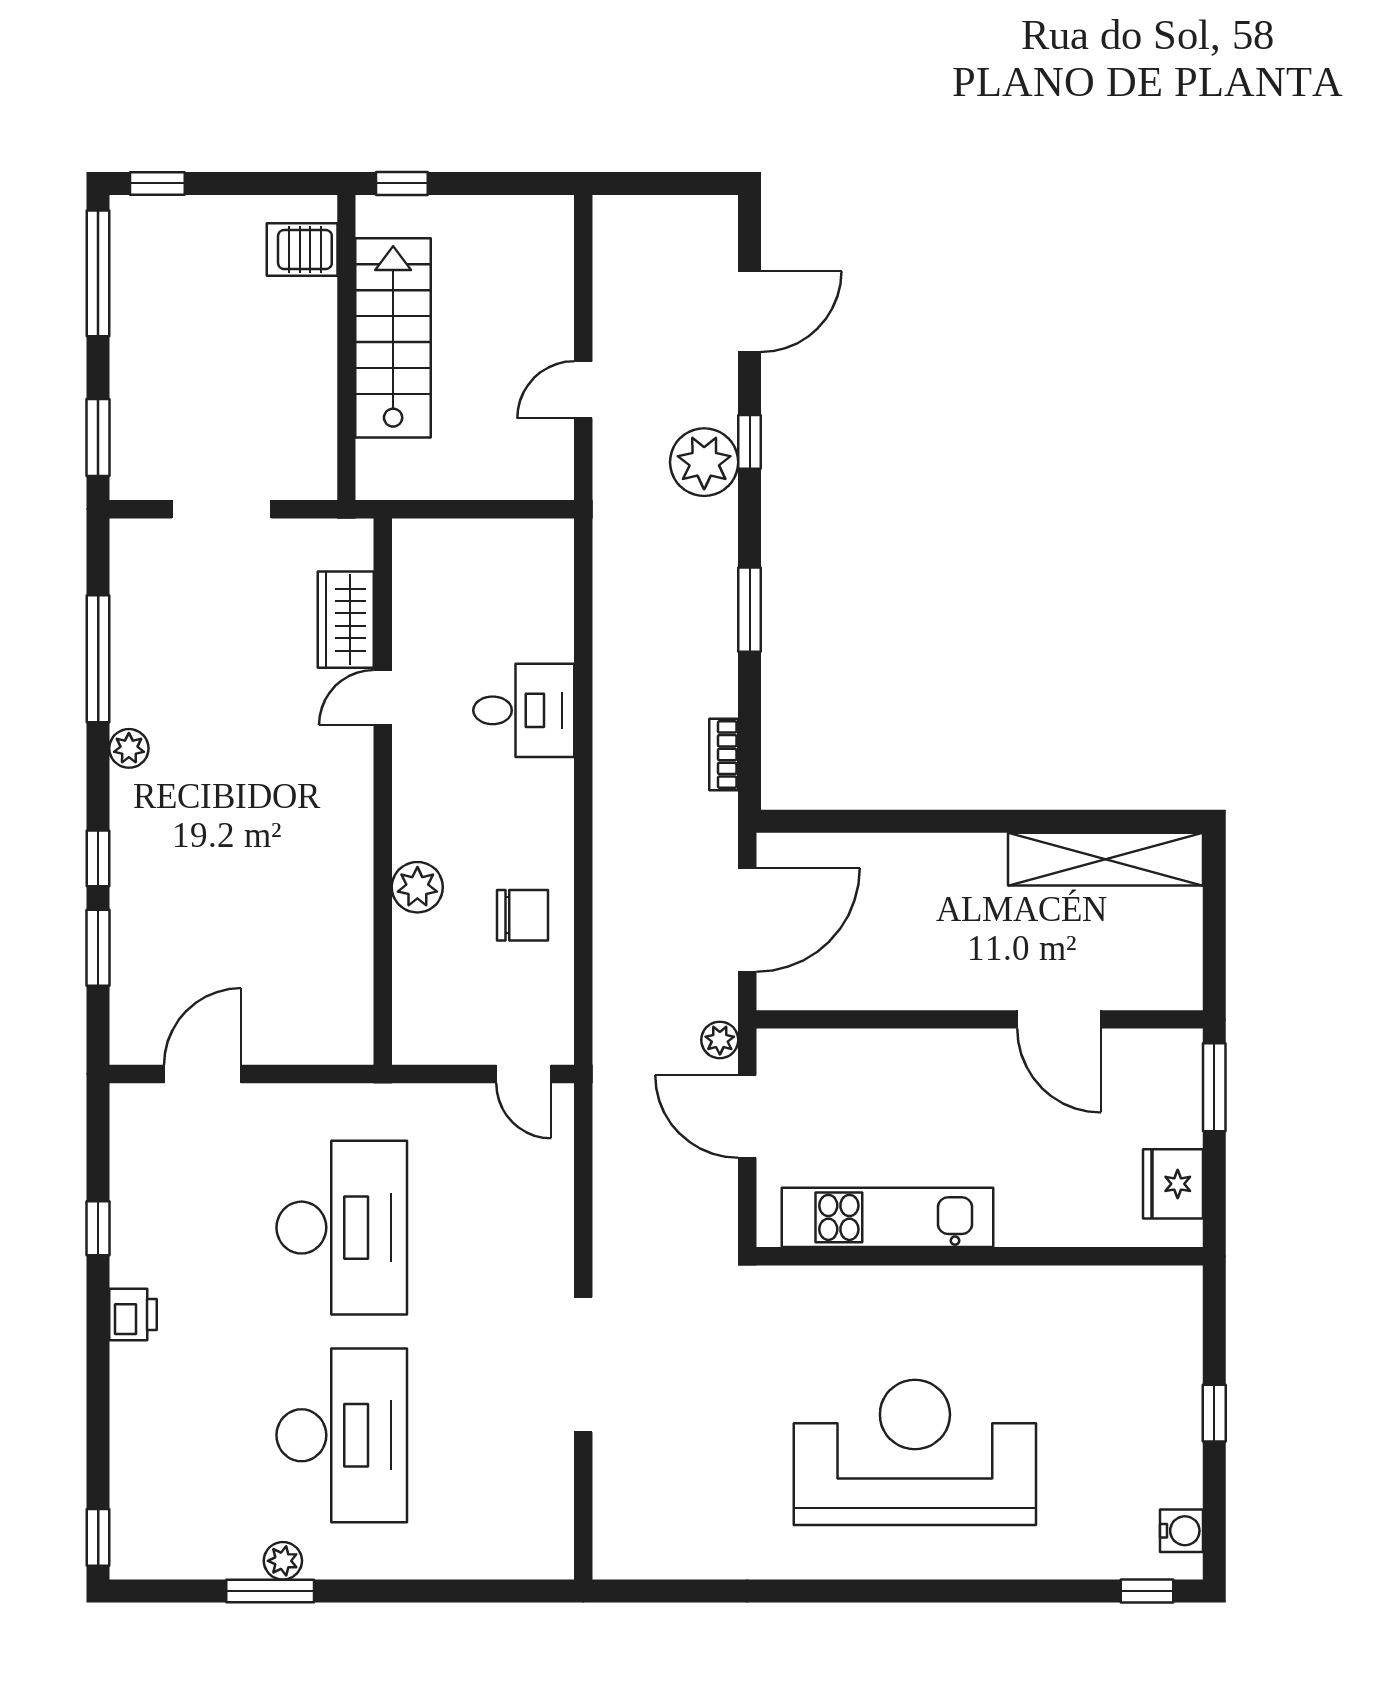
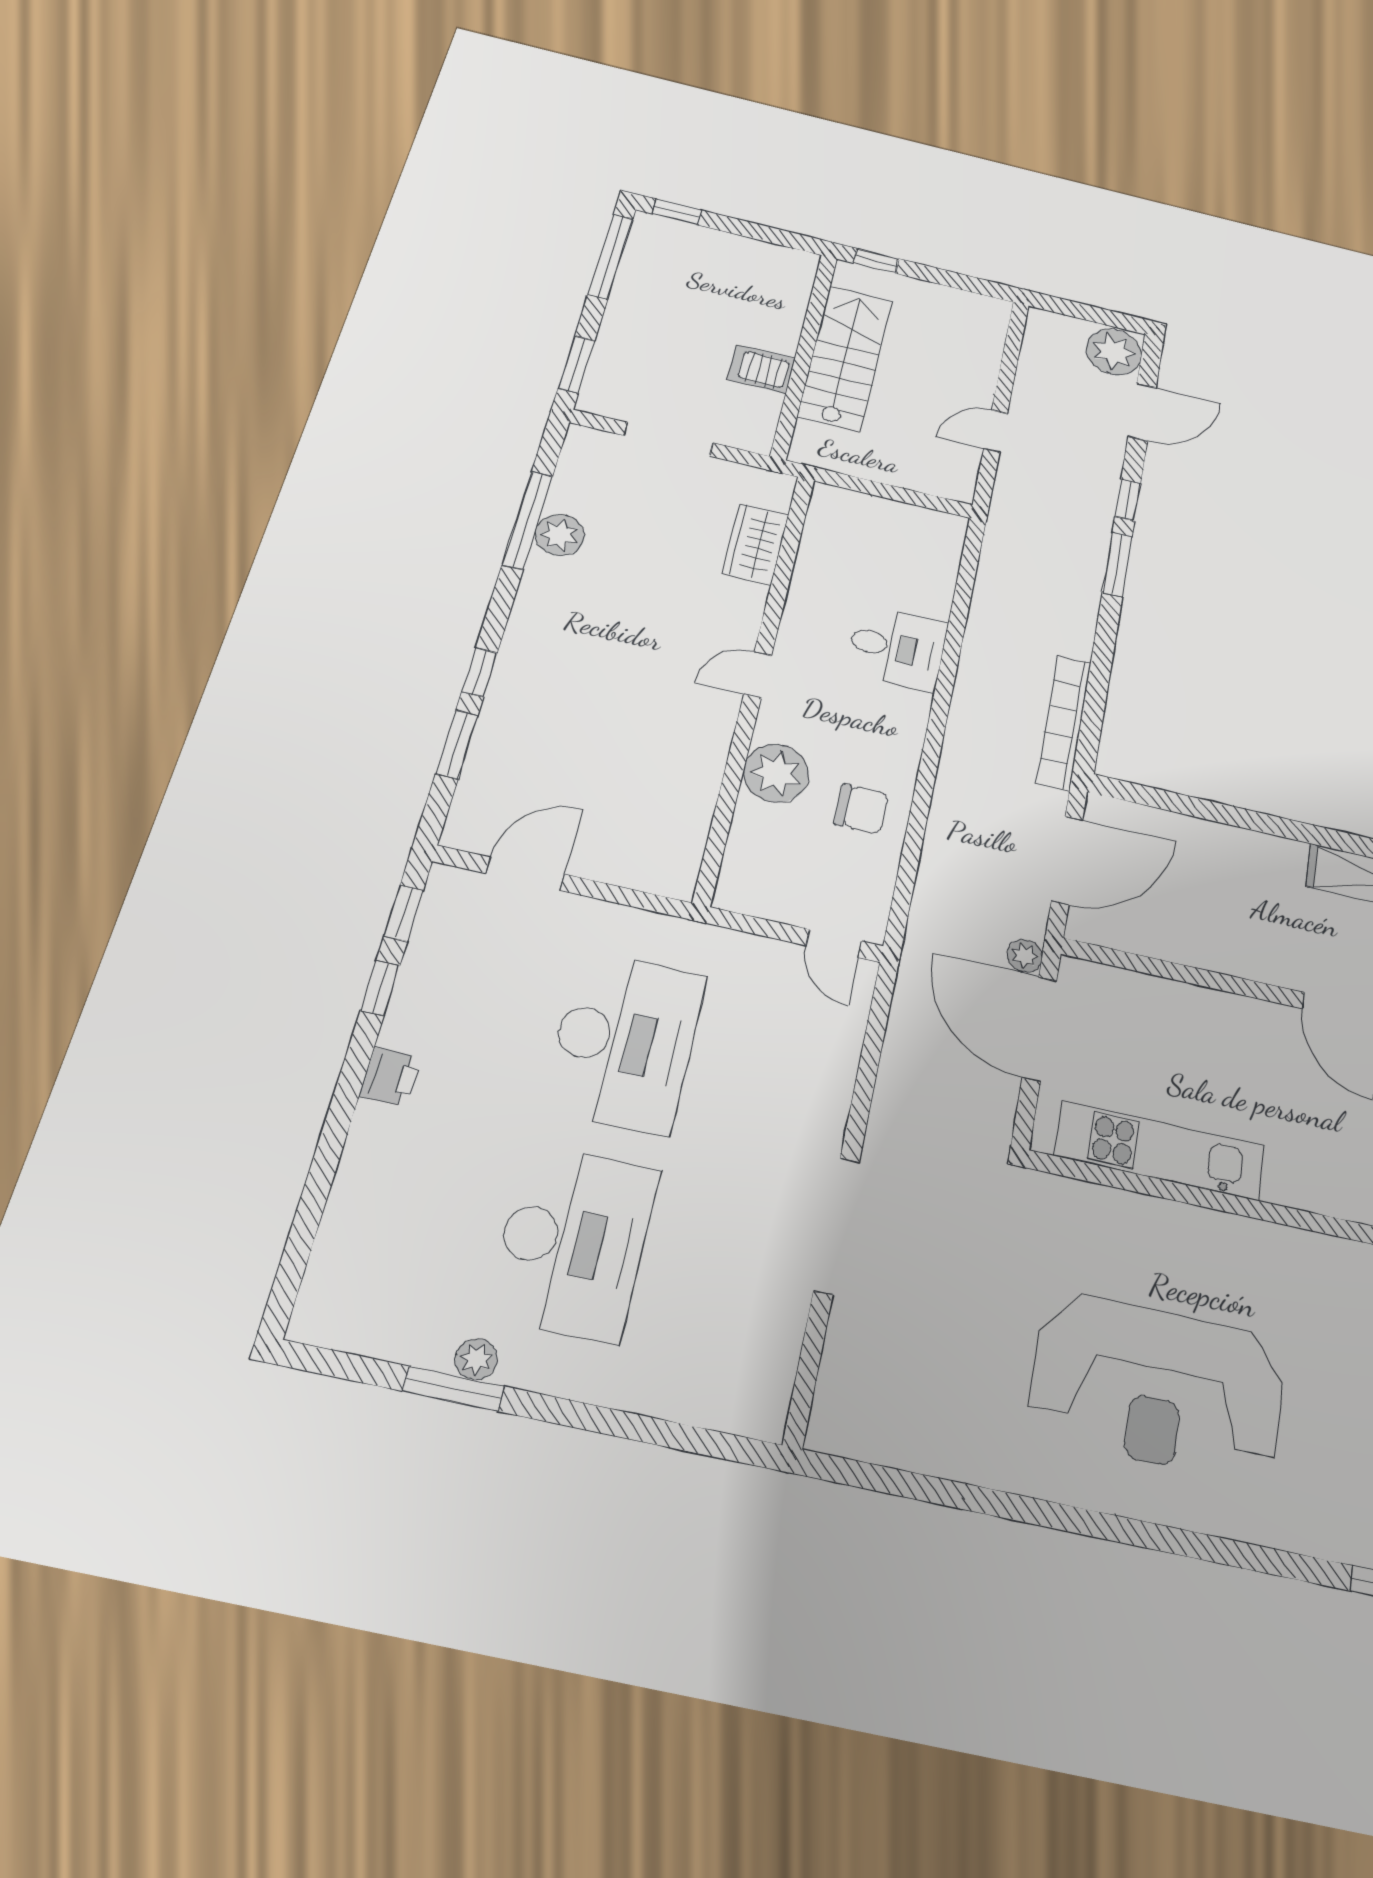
server rack: (302, 250) -> (761, 369), moved
plant: (704, 462) -> (1114, 352), moved
window: (750, 610) -> (1117, 565), moved
door: (383, 698) -> (758, 675), moved
plant: (129, 748) -> (560, 535), moved, width x1.38, depth x1.38
bookcase: (724, 755) -> (1064, 722), width x2.31, depth x1.31
plant: (417, 887) -> (776, 773), width x1.36, depth x1.36
door: (747, 1117) -> (1040, 1029), width x1.36
reception desk: (915, 1452) -> (1157, 1386), turned 180
window: (98, 1537) -> (404, 913), moved

